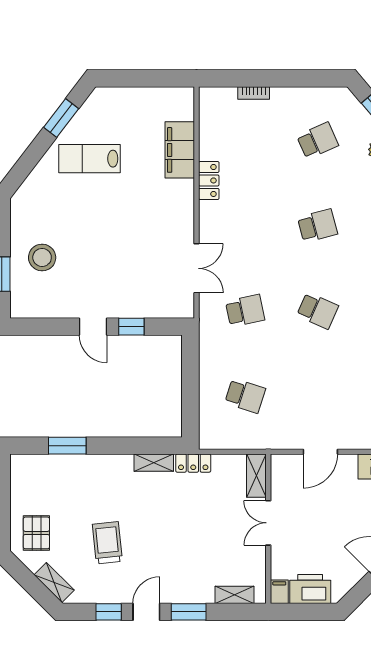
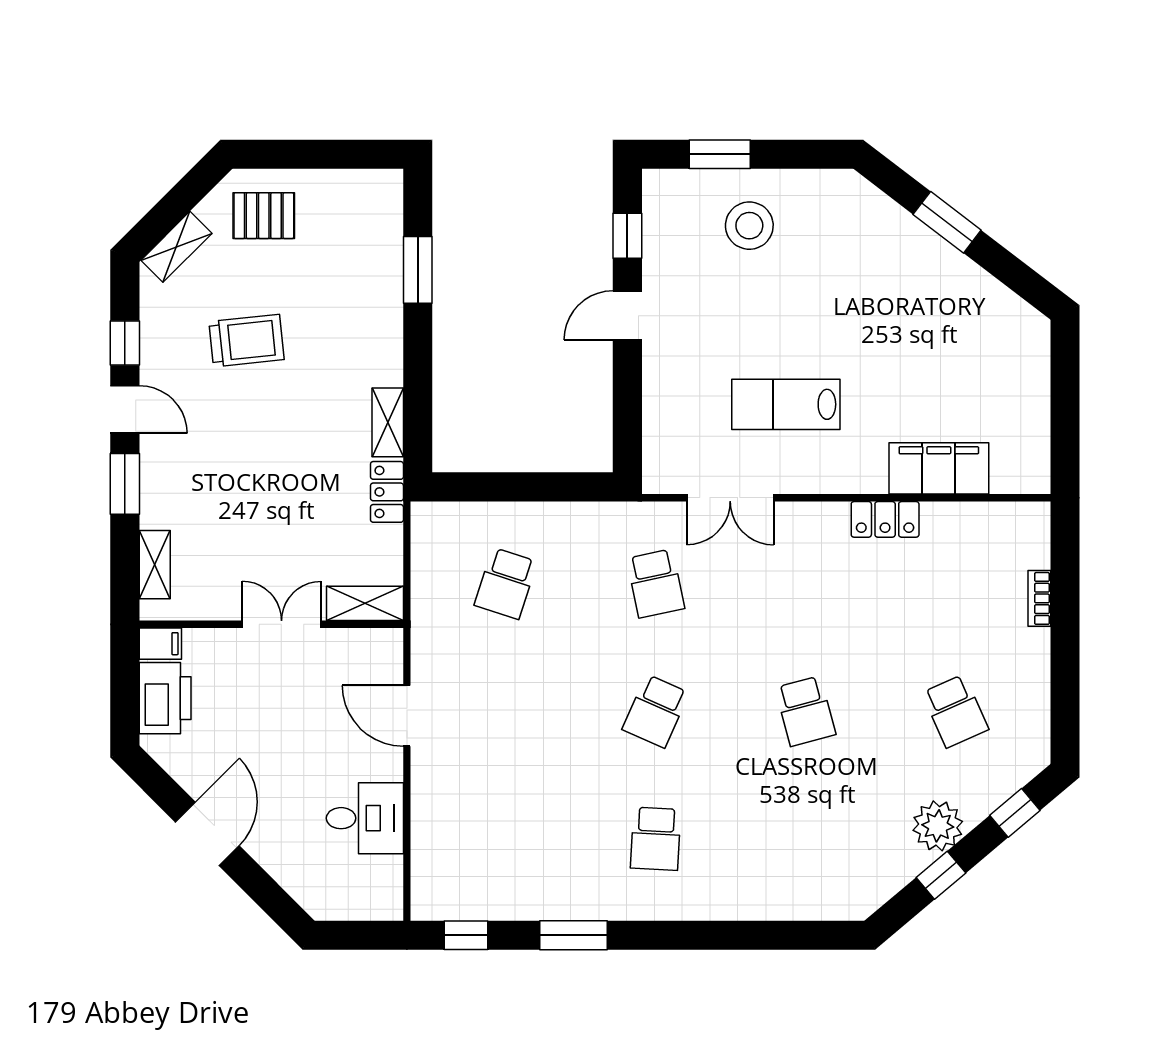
window: (61, 118) -> (947, 222), moved
lab bench: (90, 159) -> (786, 404), moved, turned -90
window: (131, 327) -> (627, 236), moved

